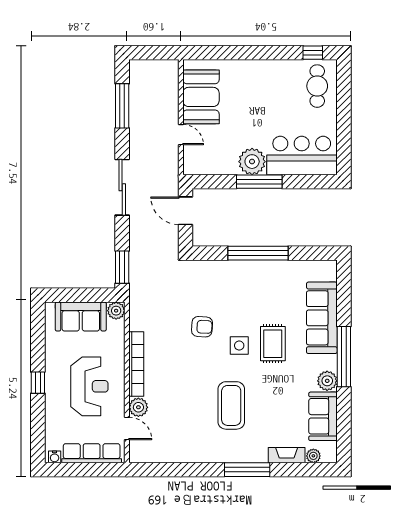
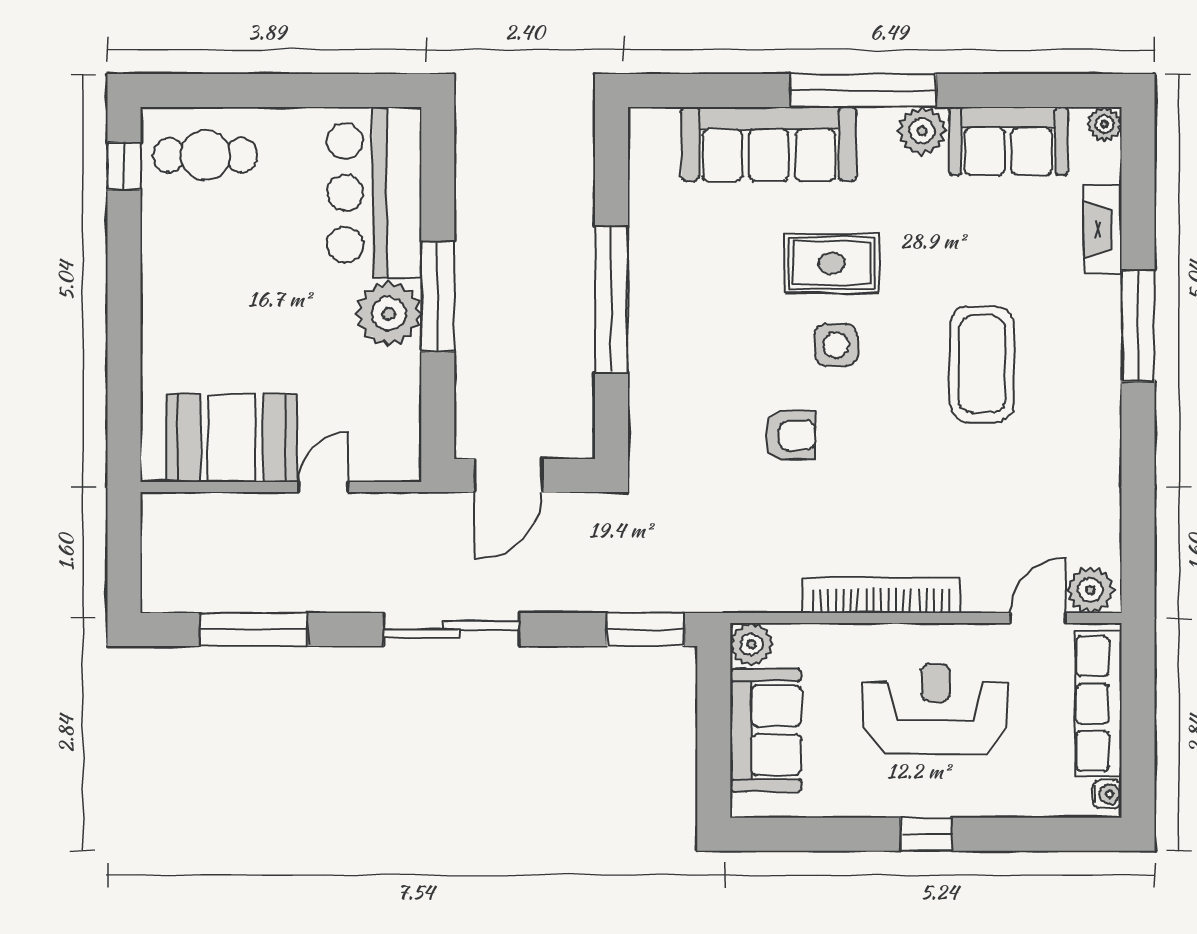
armchair: (202, 327) -> (790, 435), turned 87
coffee table: (231, 405) -> (982, 364), turned 90
plant: (138, 407) -> (1090, 590), moved
plant: (313, 456) -> (1104, 124), moved

